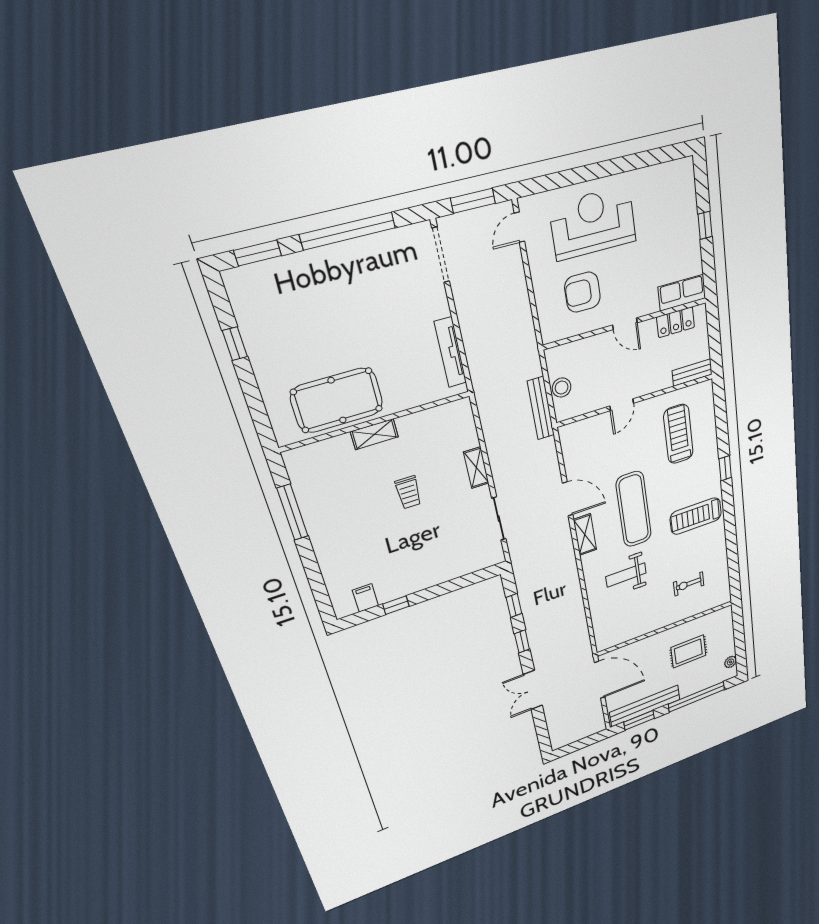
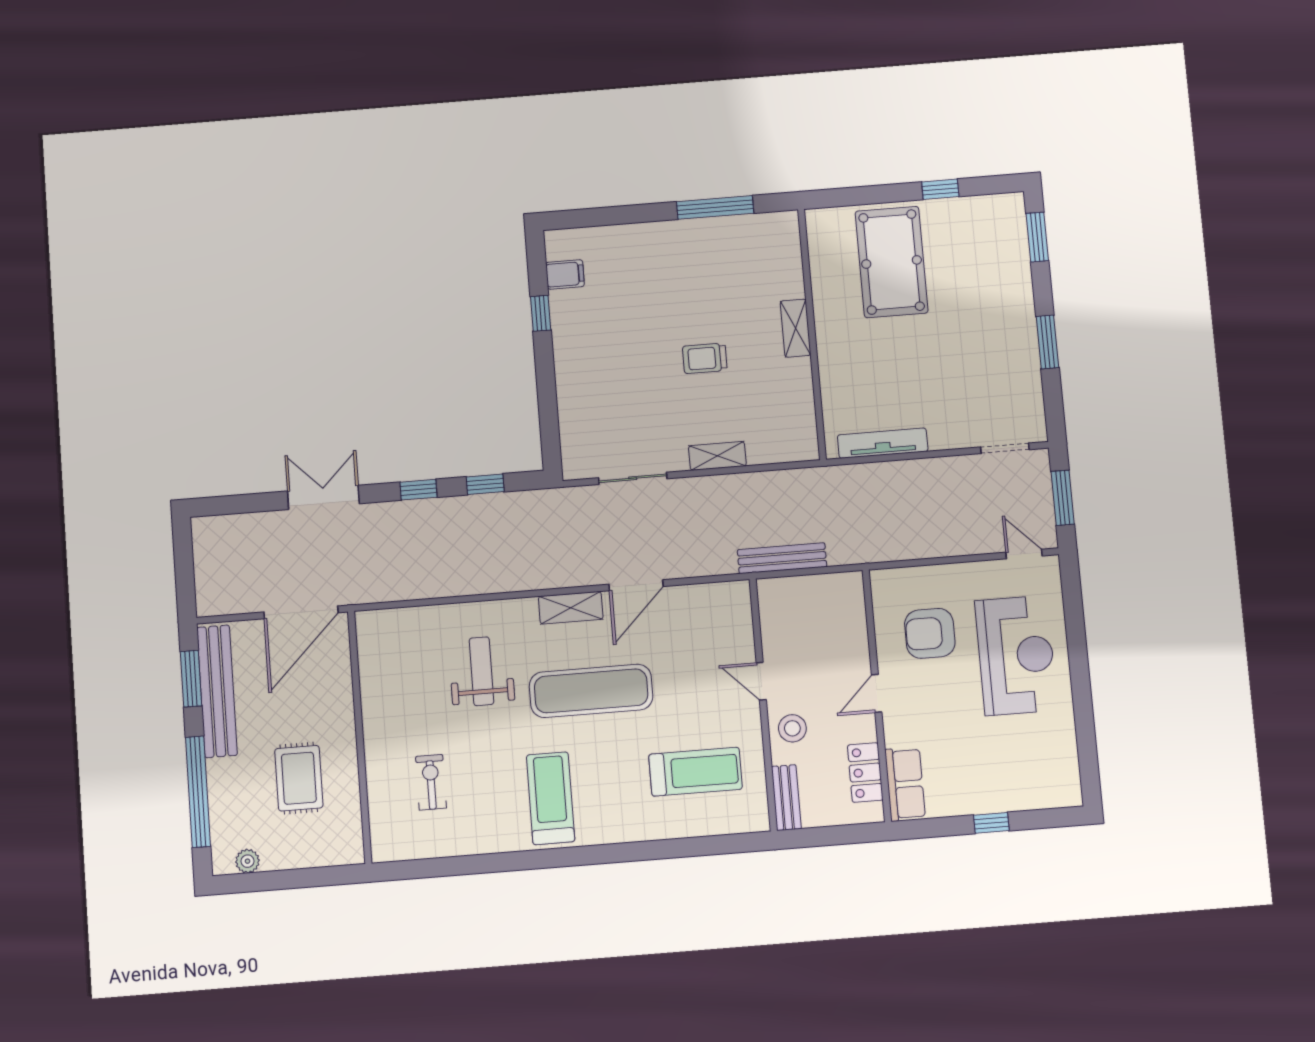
window: (348, 231) -> (1047, 342), width x0.47
doorway: (441, 255) -> (1005, 448), width x0.73
armchair: (582, 292) -> (930, 633), turned -90
stool: (562, 388) -> (792, 728), moved
pool table: (337, 400) -> (892, 262), moved
window: (725, 468) -> (620, 853), removed

